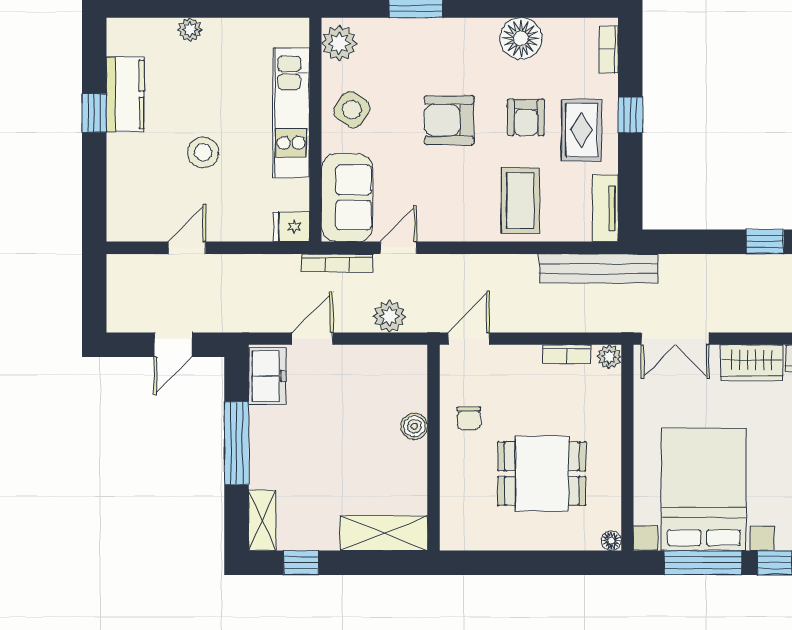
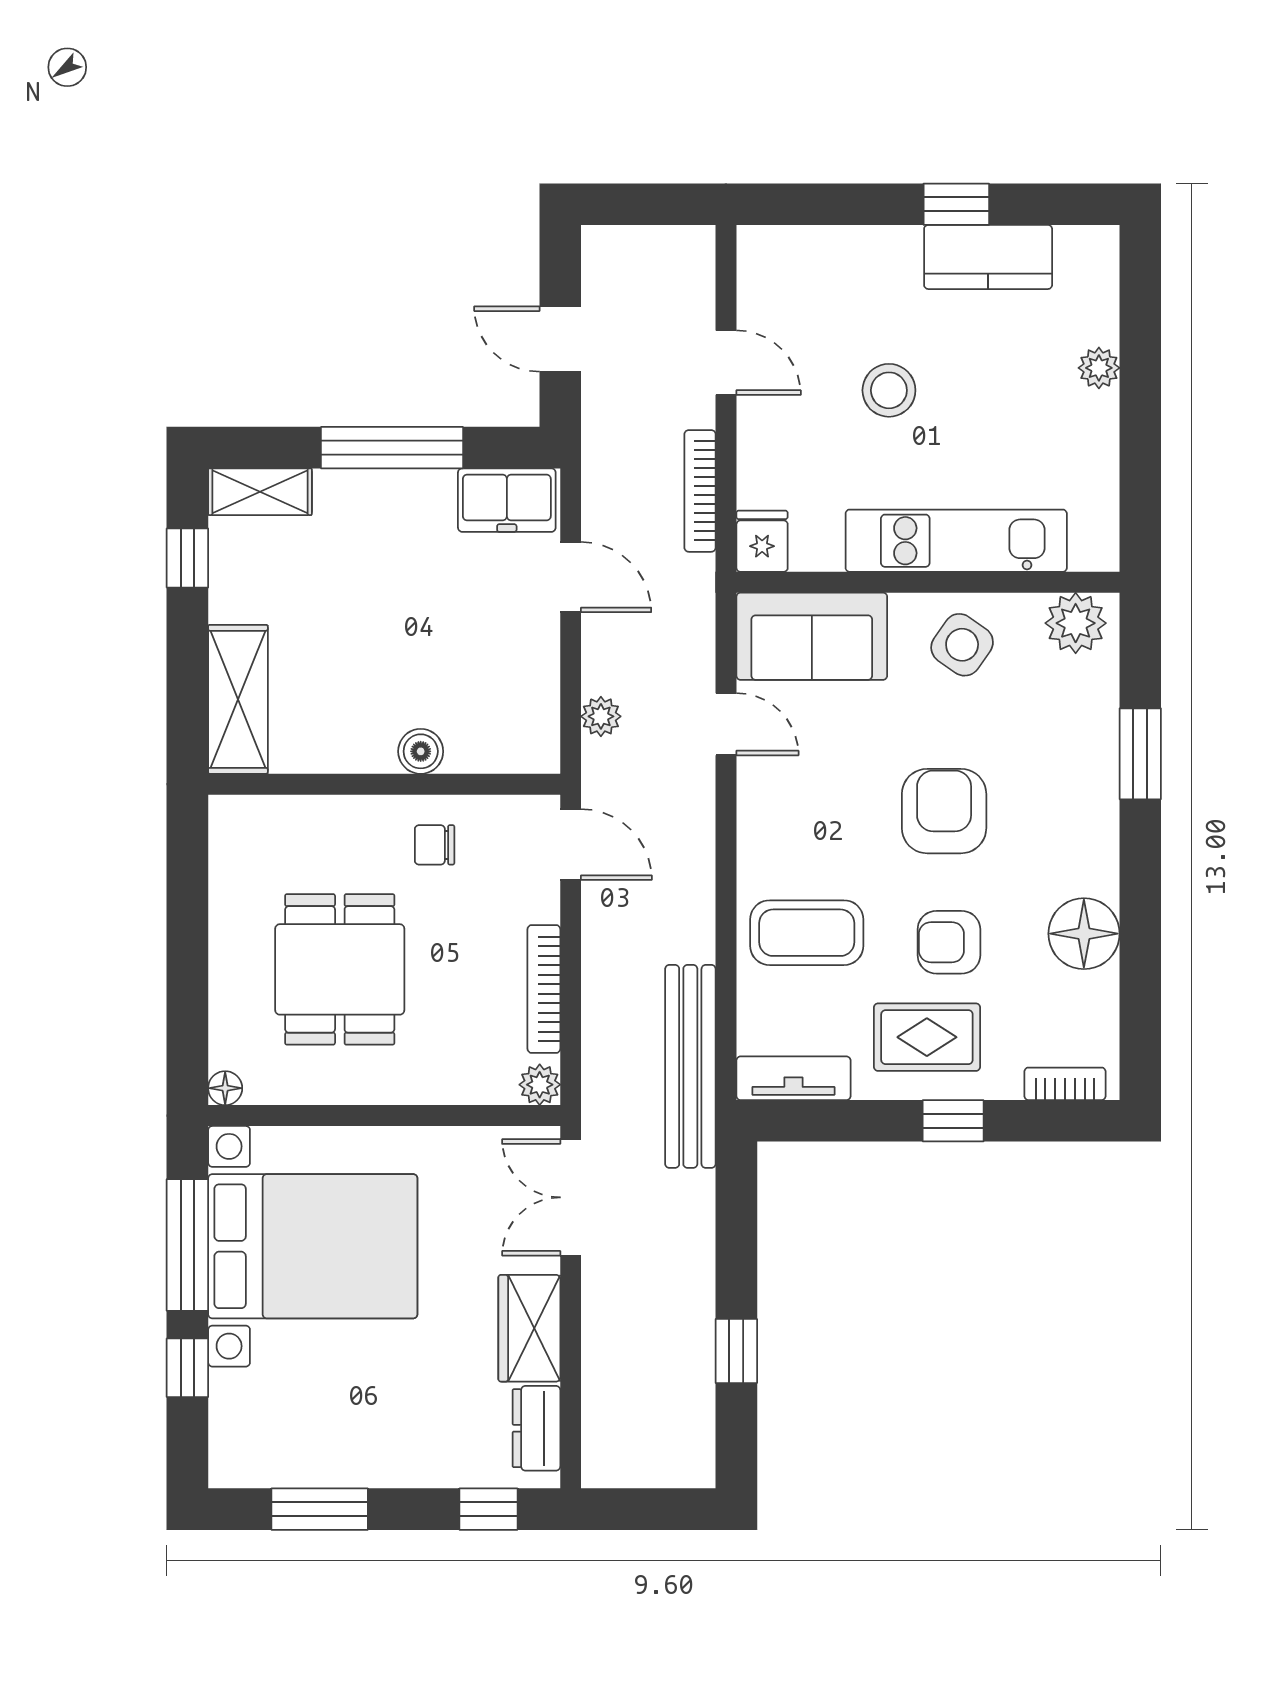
bookcase: (337, 263) -> (700, 491), moved
plant: (389, 316) -> (601, 716), width x0.73, depth x0.73
bookcase: (567, 354) -> (544, 989), width x1.56

